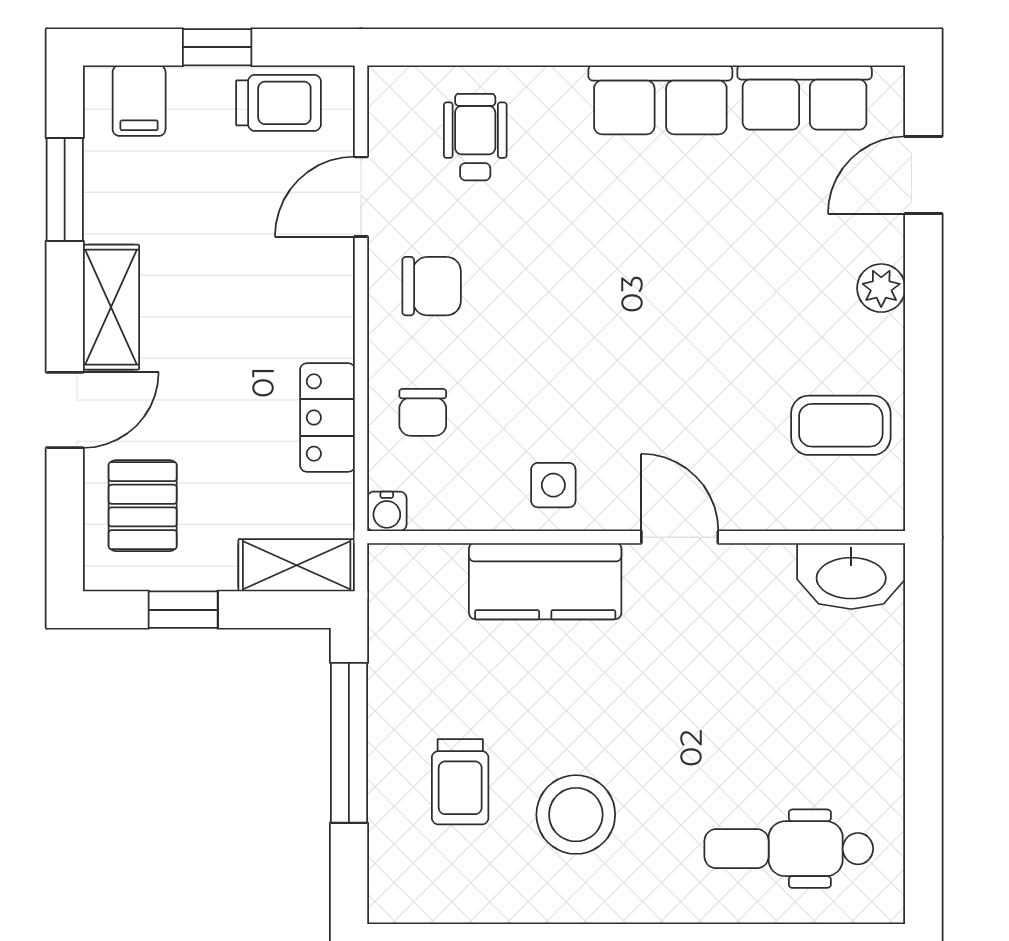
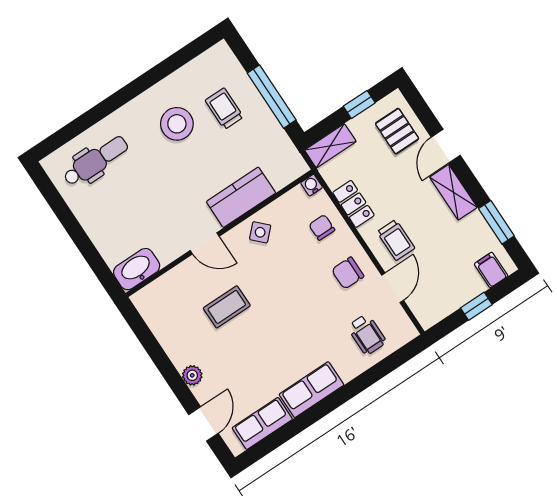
trolley: (279, 103) -> (396, 240), moved, turned -90
coffee table: (841, 425) -> (227, 307), moved
side table: (553, 485) -> (260, 232), turned 45

